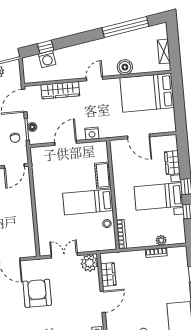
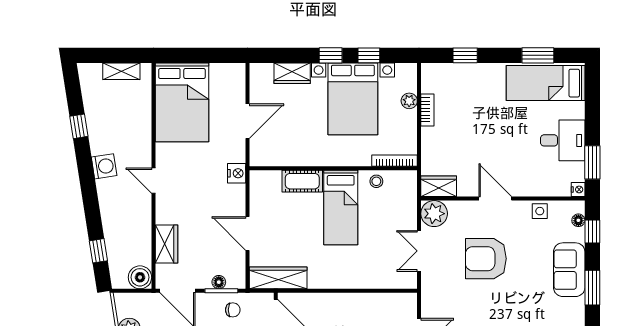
window: (125, 27) -> (79, 126), width x0.32
washing machine: (47, 59) -> (104, 166), moved
boiler: (125, 67) -> (140, 277), moved
wardrobe: (60, 90) -> (166, 244), width x0.67
nightstand: (92, 133) -> (237, 173), moved
wardrobe: (39, 165) -> (278, 278), added
bed with nightstands: (159, 196) -> (353, 99), width x1.36
wardrobe: (108, 275) -> (439, 186), moved
armchair: (37, 293) -> (486, 259), moved

